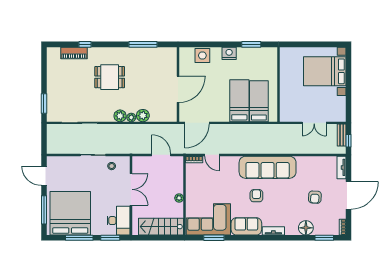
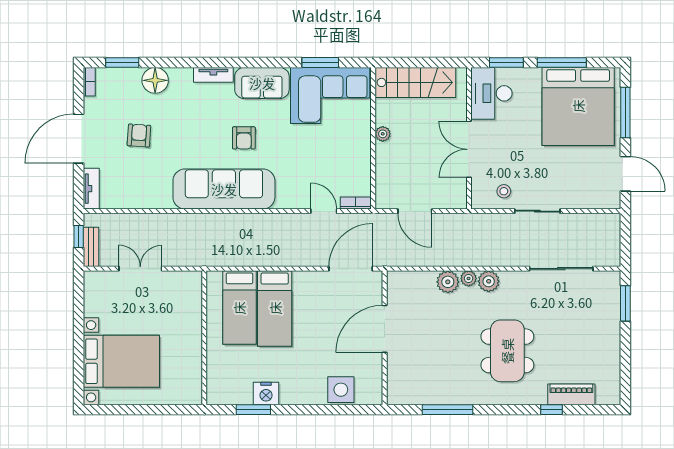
nightstand: (229, 53) -> (266, 393), moved
dining table: (110, 77) -> (507, 351), width x1.38

